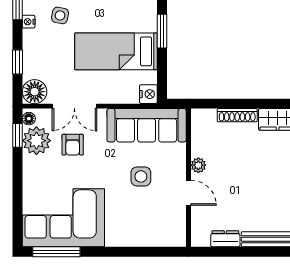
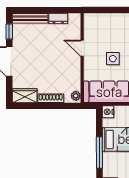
window: (162, 31) -> (99, 152), width x1.44
plant: (198, 165) -> (76, 96), moved

